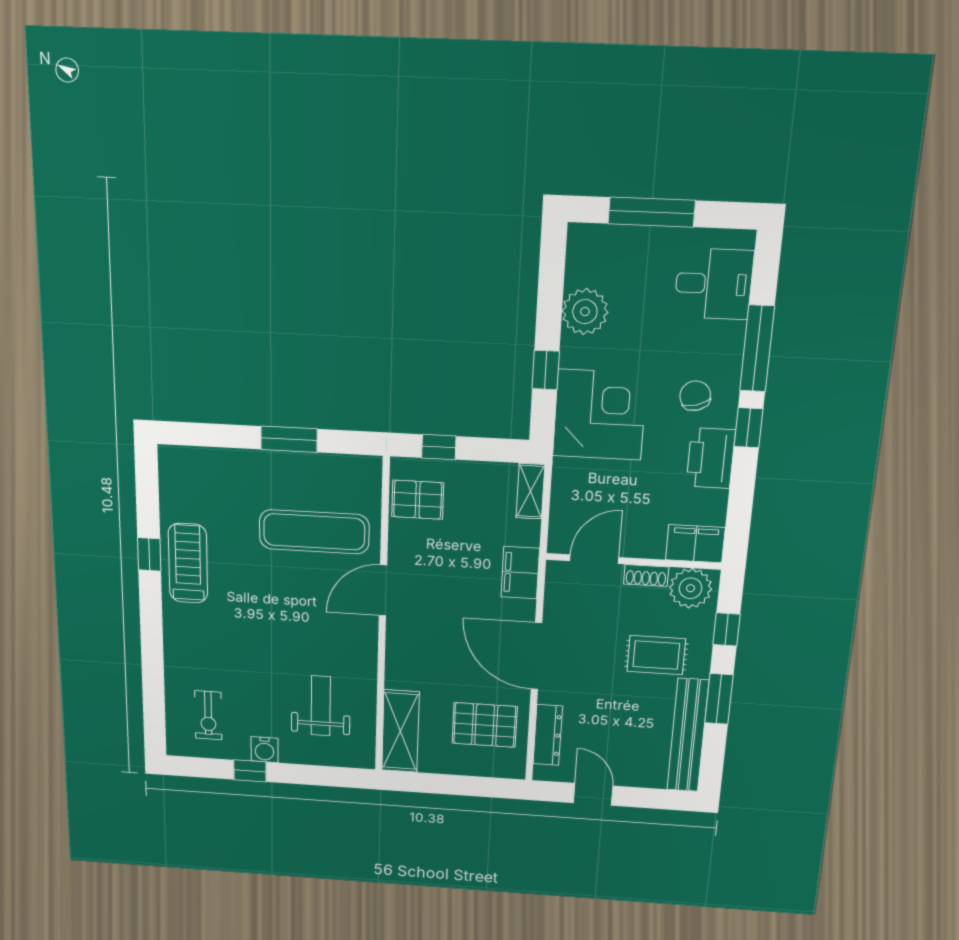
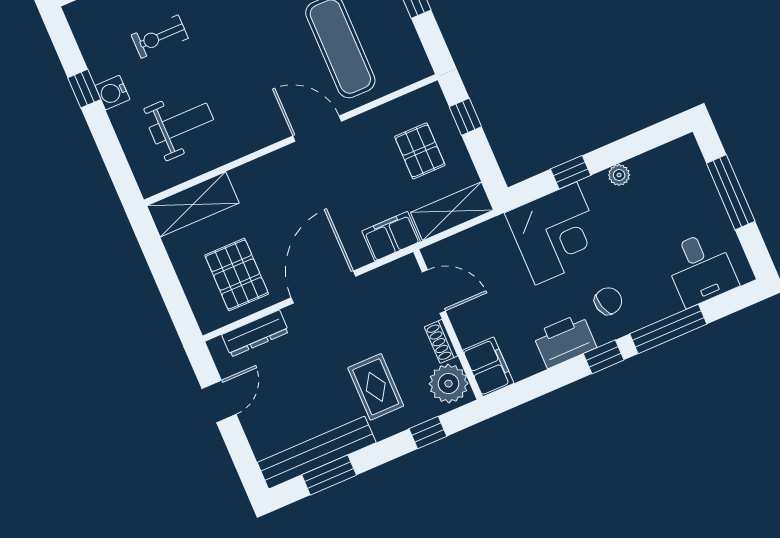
plant: (585, 312) -> (619, 175), width x0.53, depth x0.53
shelving: (530, 491) -> (452, 211), width x1.50, depth x1.33
pallet: (418, 500) -> (420, 151), moved
window: (719, 699) -> (329, 475), moved
exercise bike: (208, 715) -> (160, 37), moved

